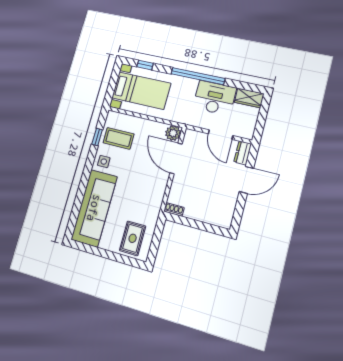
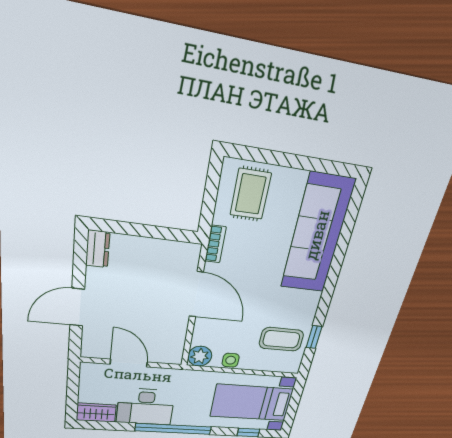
dresser: (243, 153) -> (98, 249), moved
door: (176, 158) -> (196, 294), moved
side table: (104, 162) -> (231, 360), moved
shoe rack: (174, 209) -> (186, 249), removed
bookcase: (156, 210) -> (215, 244), added

